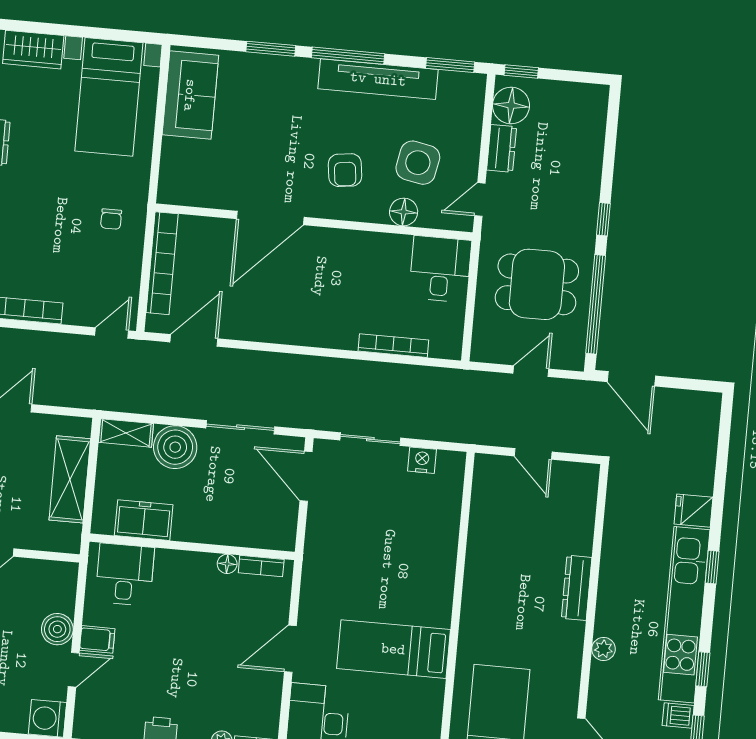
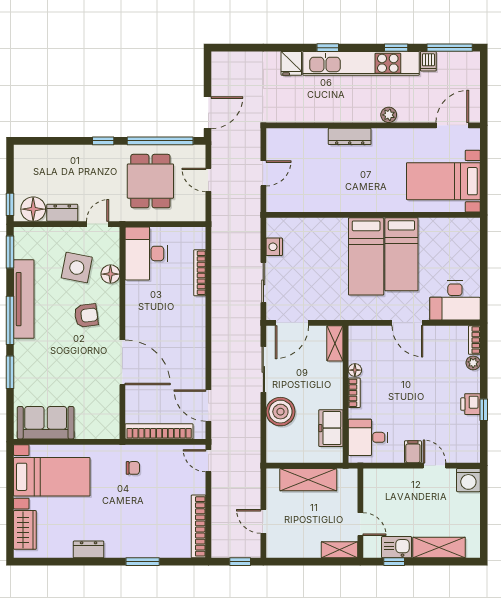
door: (480, 200) -> (98, 224), swing flipped
desk: (440, 269) -> (146, 253), width x1.37
shelving: (126, 433) -> (335, 343), moved
bookcase: (261, 566) -> (354, 393), moved
bed: (395, 596) -> (366, 256), added
boiler: (57, 629) -> (409, 479), removed

